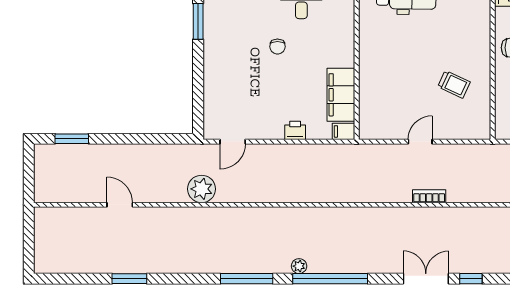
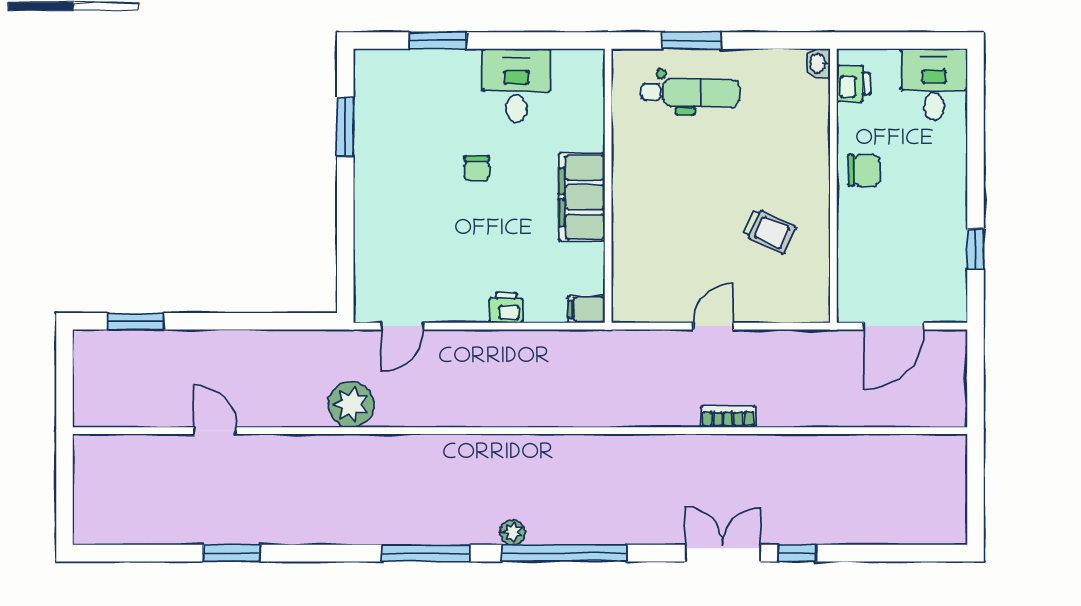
filing cabinet: (341, 95) -> (582, 197), moved

